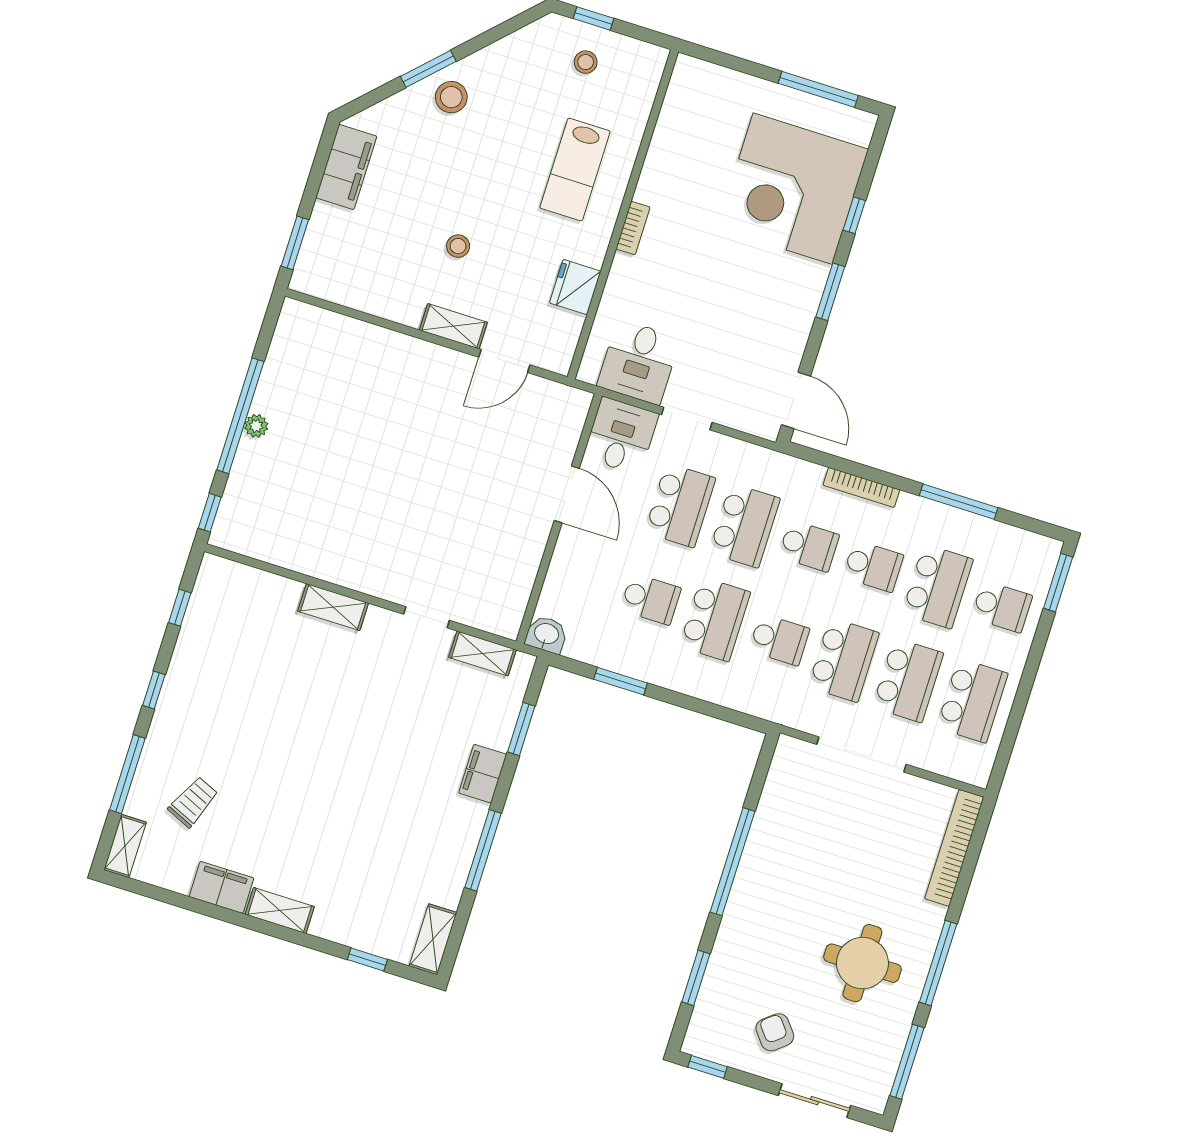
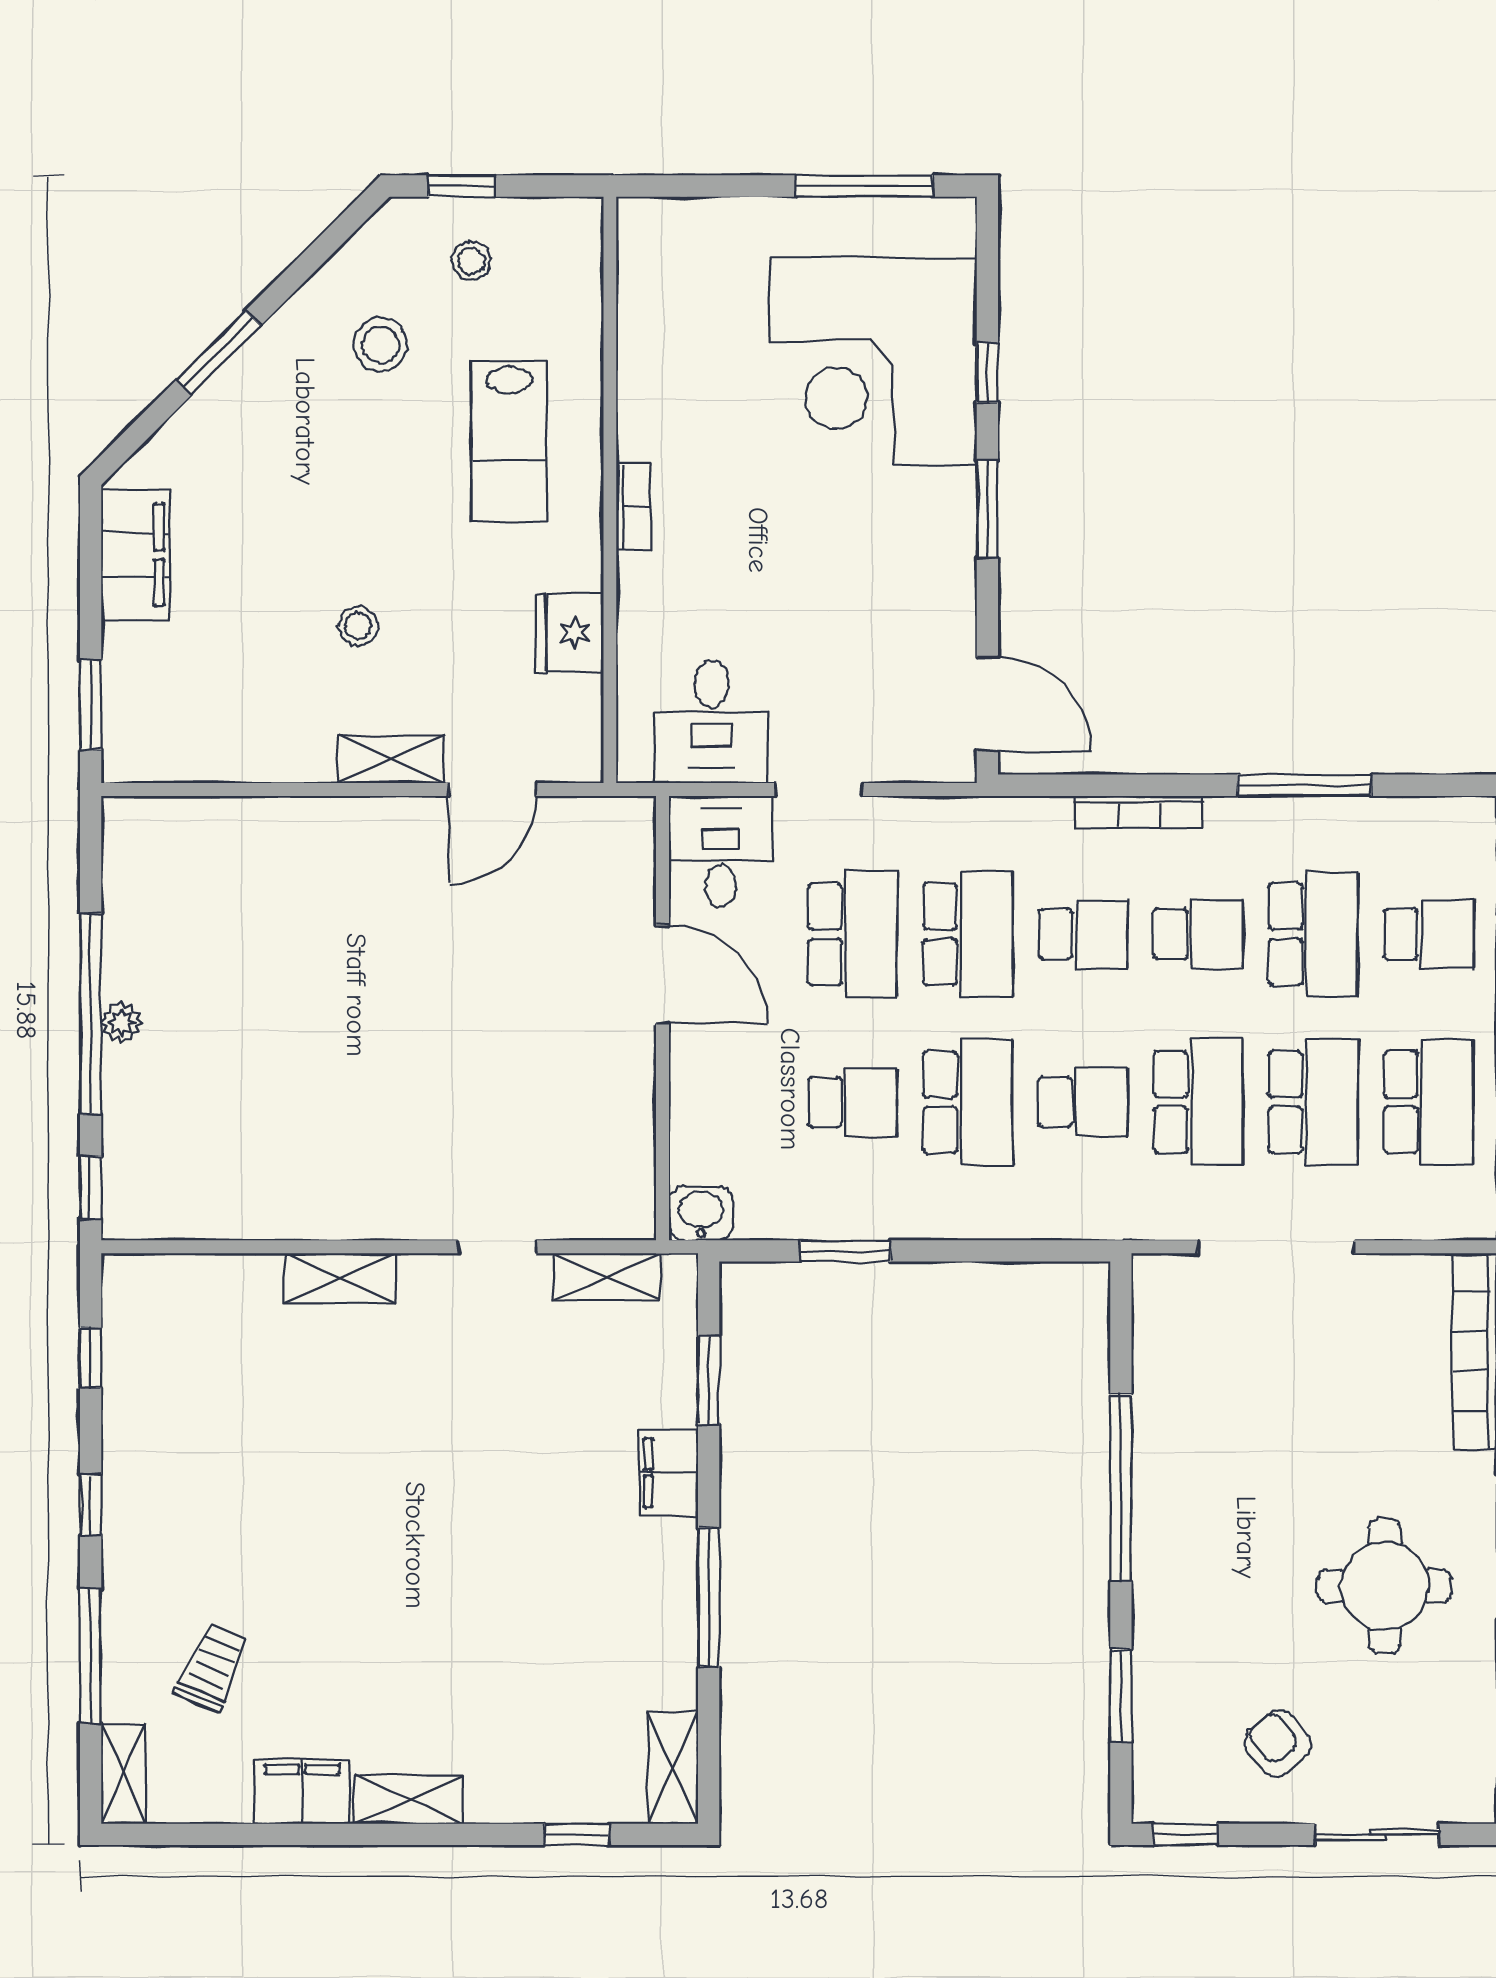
stool: (451, 97) -> (380, 345), moved

